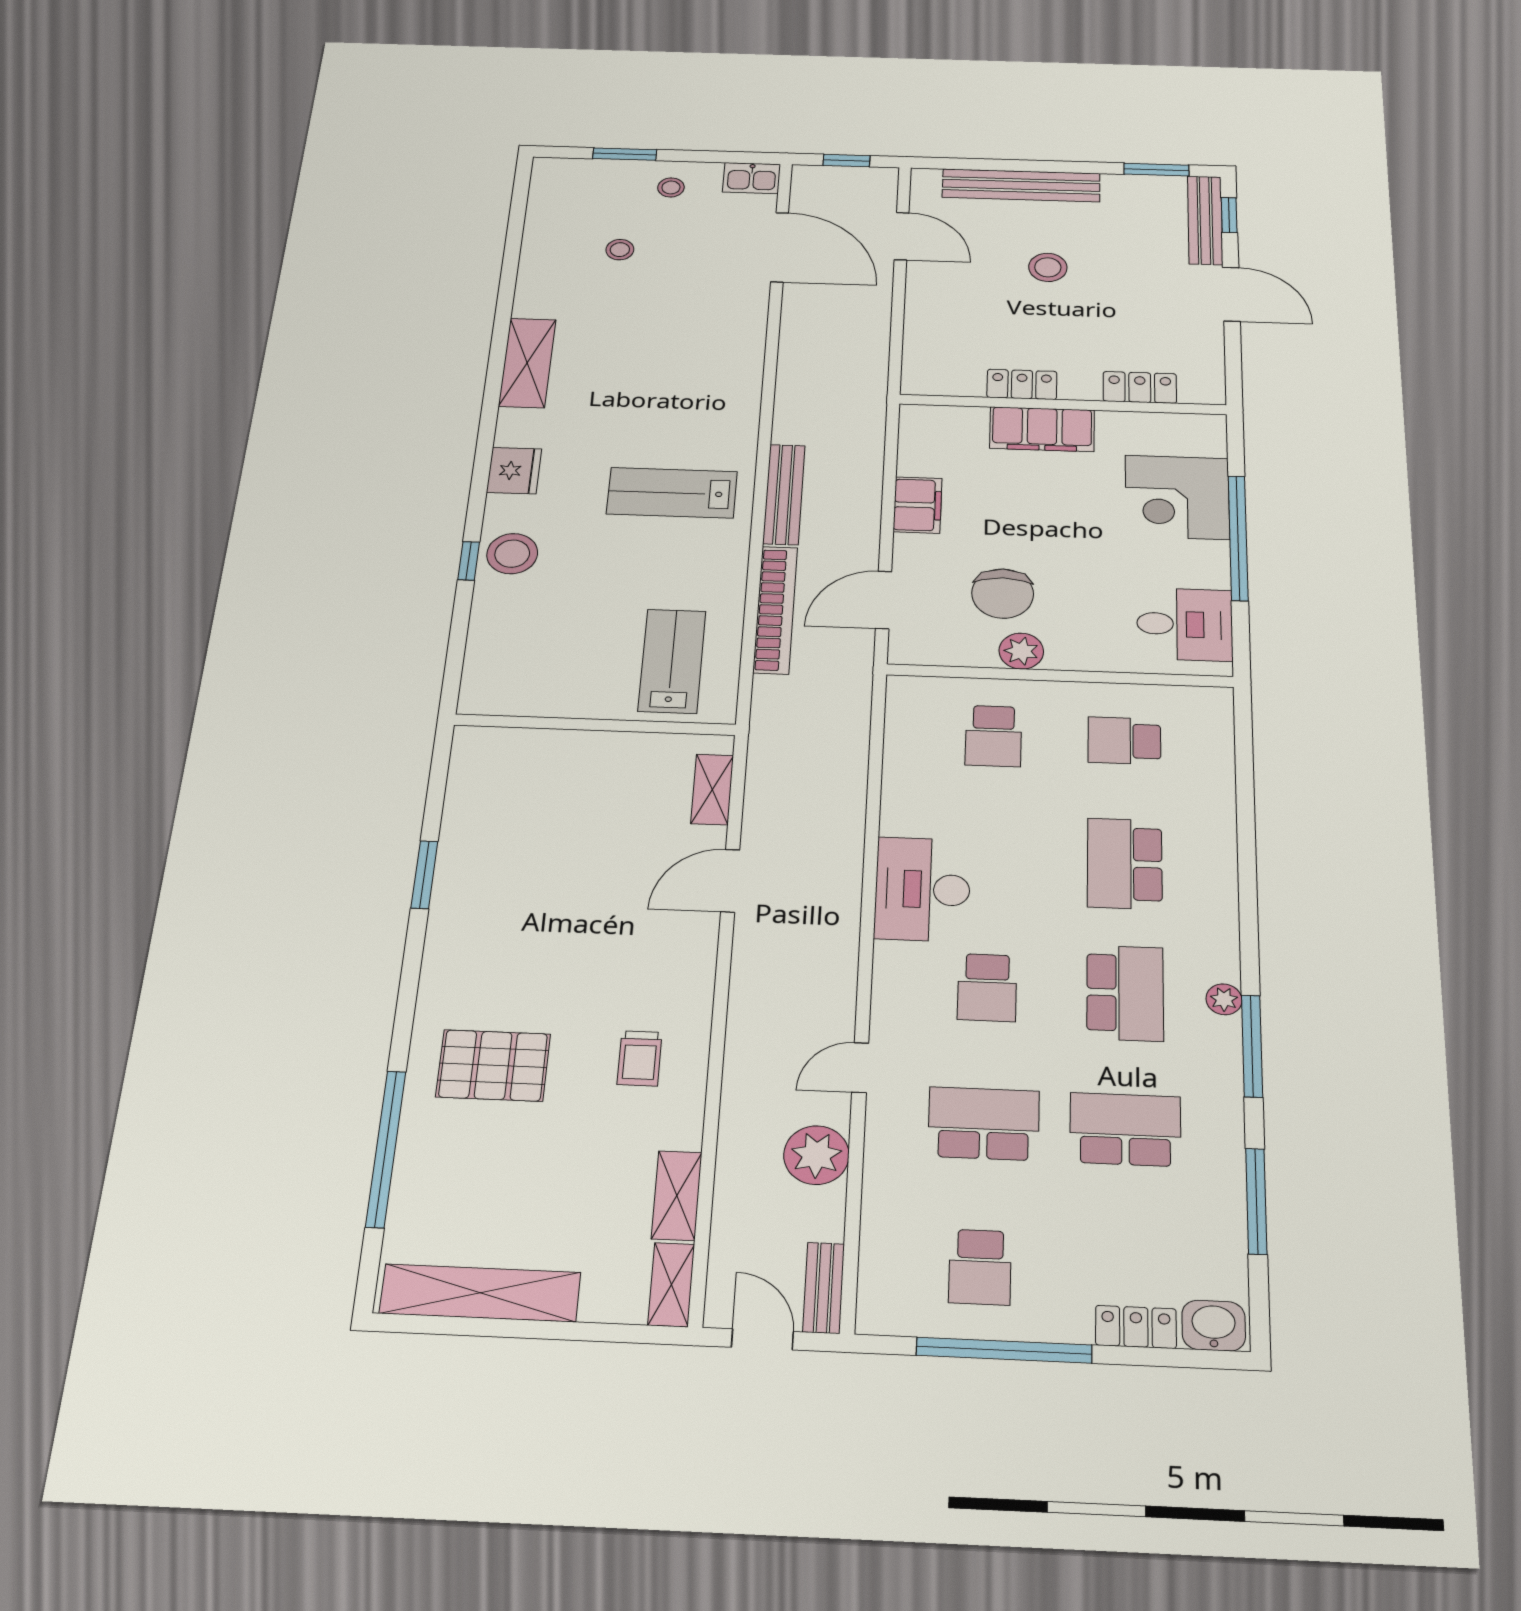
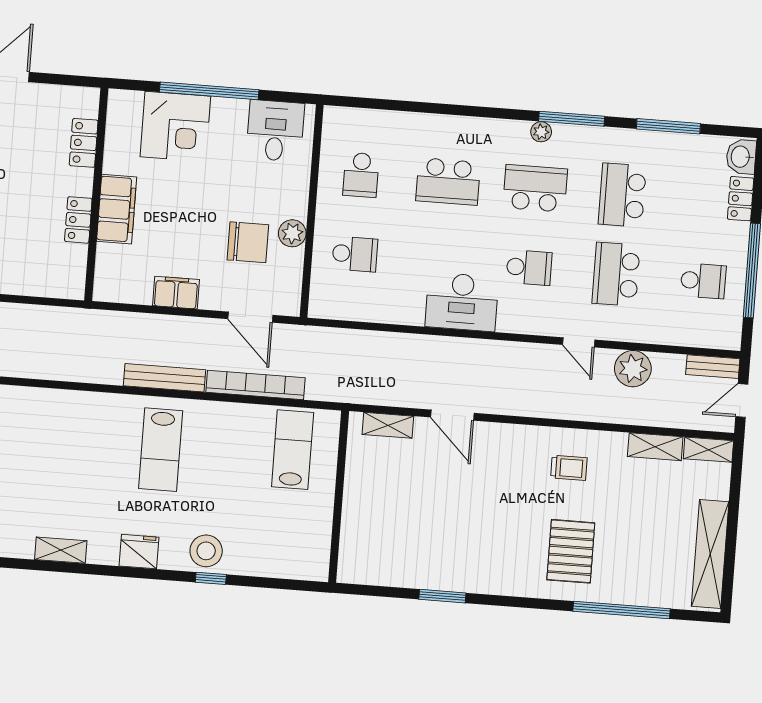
shelving: (527, 363) -> (61, 550), width x0.67, depth x0.75
lab bench: (672, 661) -> (293, 450), turned 90

